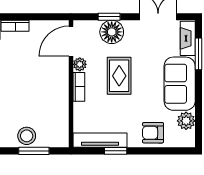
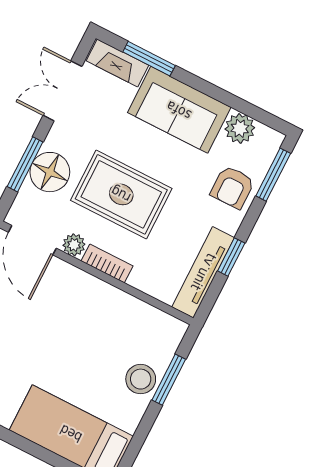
window: (109, 17) -> (25, 164), width x1.50
rug: (119, 76) -> (121, 194), width x1.36, depth x1.43
window: (171, 151) -> (273, 175), added

